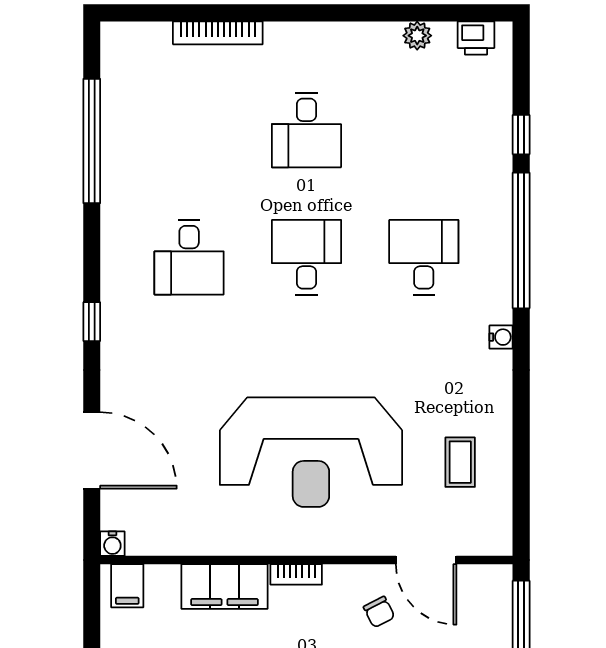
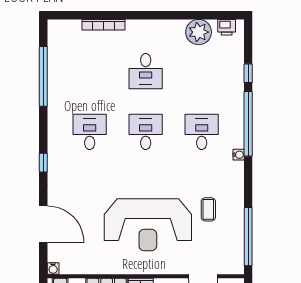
plant: (417, 36) -> (199, 32), width x1.87, depth x1.87
desk: (189, 257) -> (90, 132), turned 180
water cooler: (501, 337) -> (239, 155), moved
coffee table: (460, 462) -> (208, 209), moved
window: (521, 477) -> (248, 237), added

